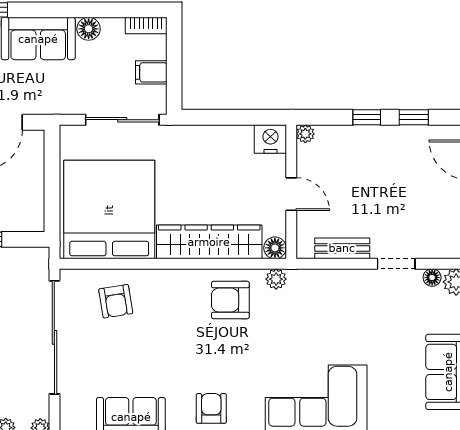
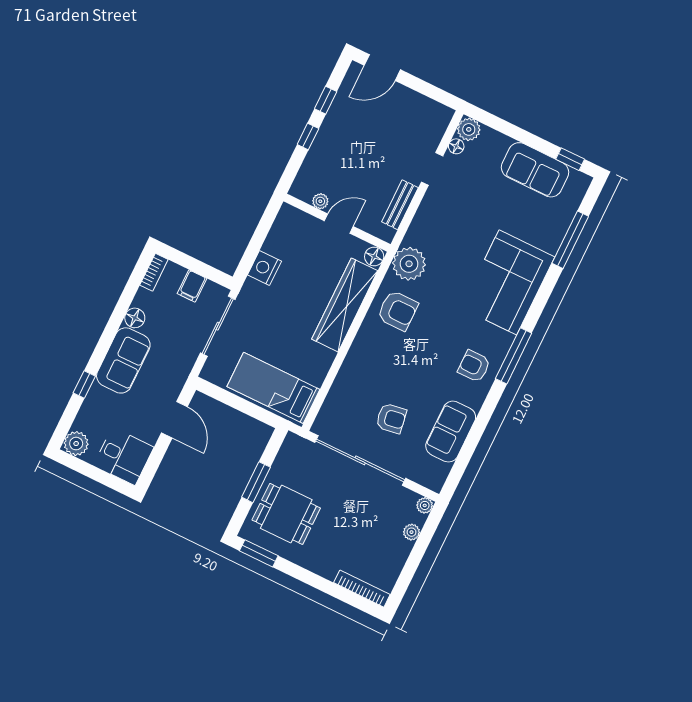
plant: (305, 134) -> (320, 201), moved
nightstand: (270, 139) -> (264, 268), moved
bed: (109, 210) -> (273, 388), width x0.49
plant: (276, 279) -> (409, 264), width x1.88, depth x1.88
armchair: (230, 300) -> (398, 311), turned -90
armchair: (116, 301) -> (391, 418), moved

